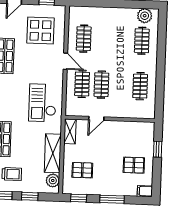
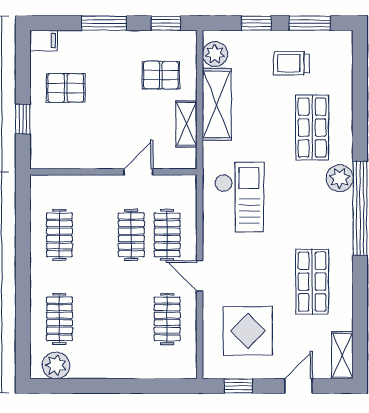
shelving: (70, 131) -> (186, 124), moved

